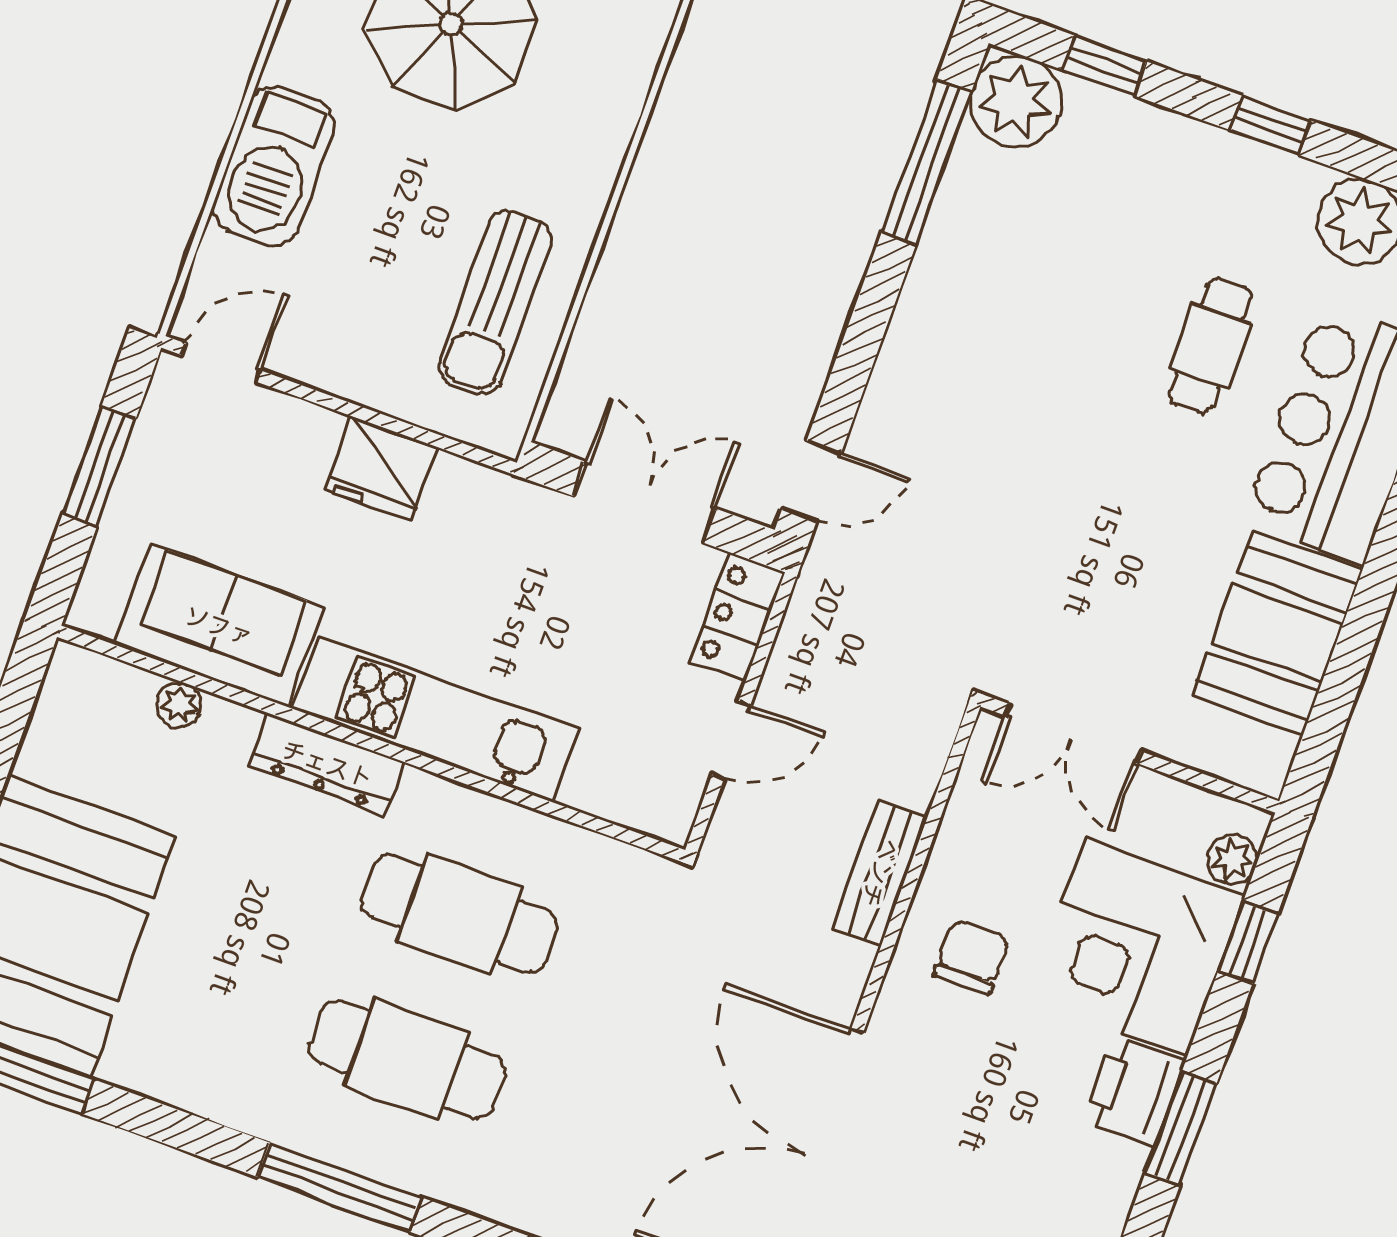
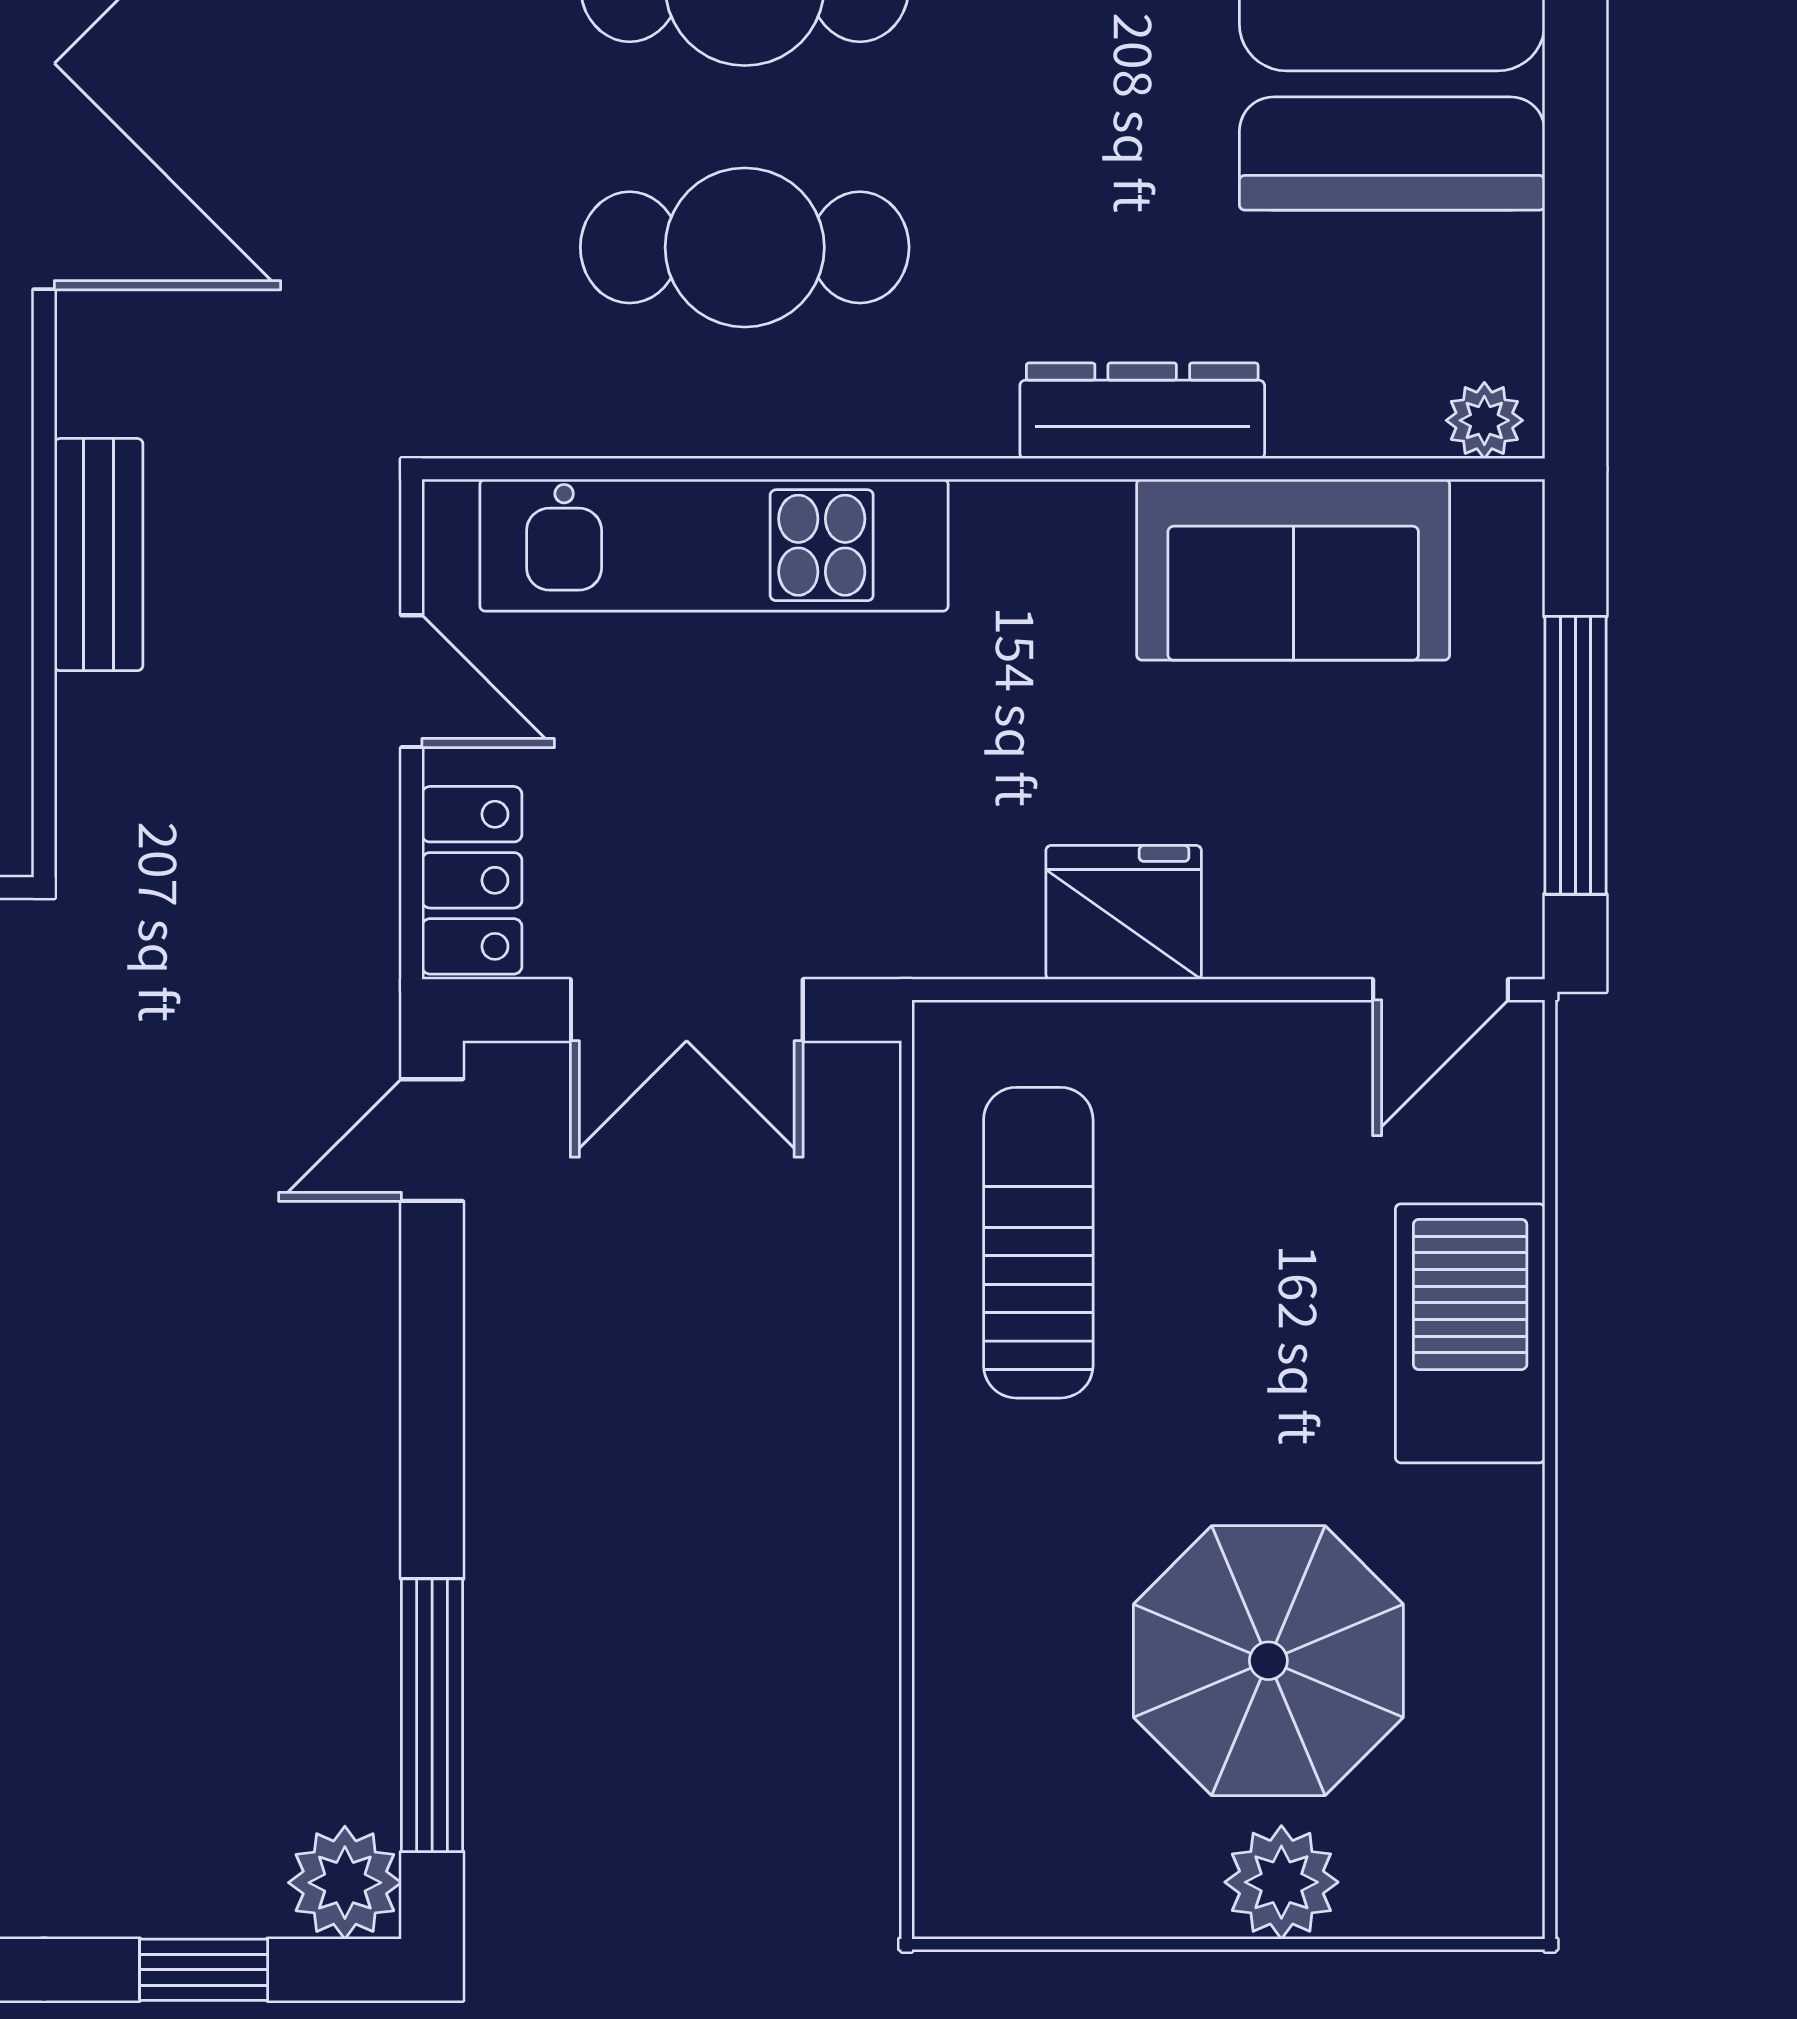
plant: (1016, 101) -> (345, 1883), width x0.73, depth x0.73
window: (99, 466) -> (1575, 755), width x1.44
plant: (179, 705) -> (1484, 420), moved
kitchen unit: (436, 719) -> (714, 545), moved
door: (731, 740) -> (412, 681), swing flipped
dresser: (327, 764) -> (1142, 411), moved

